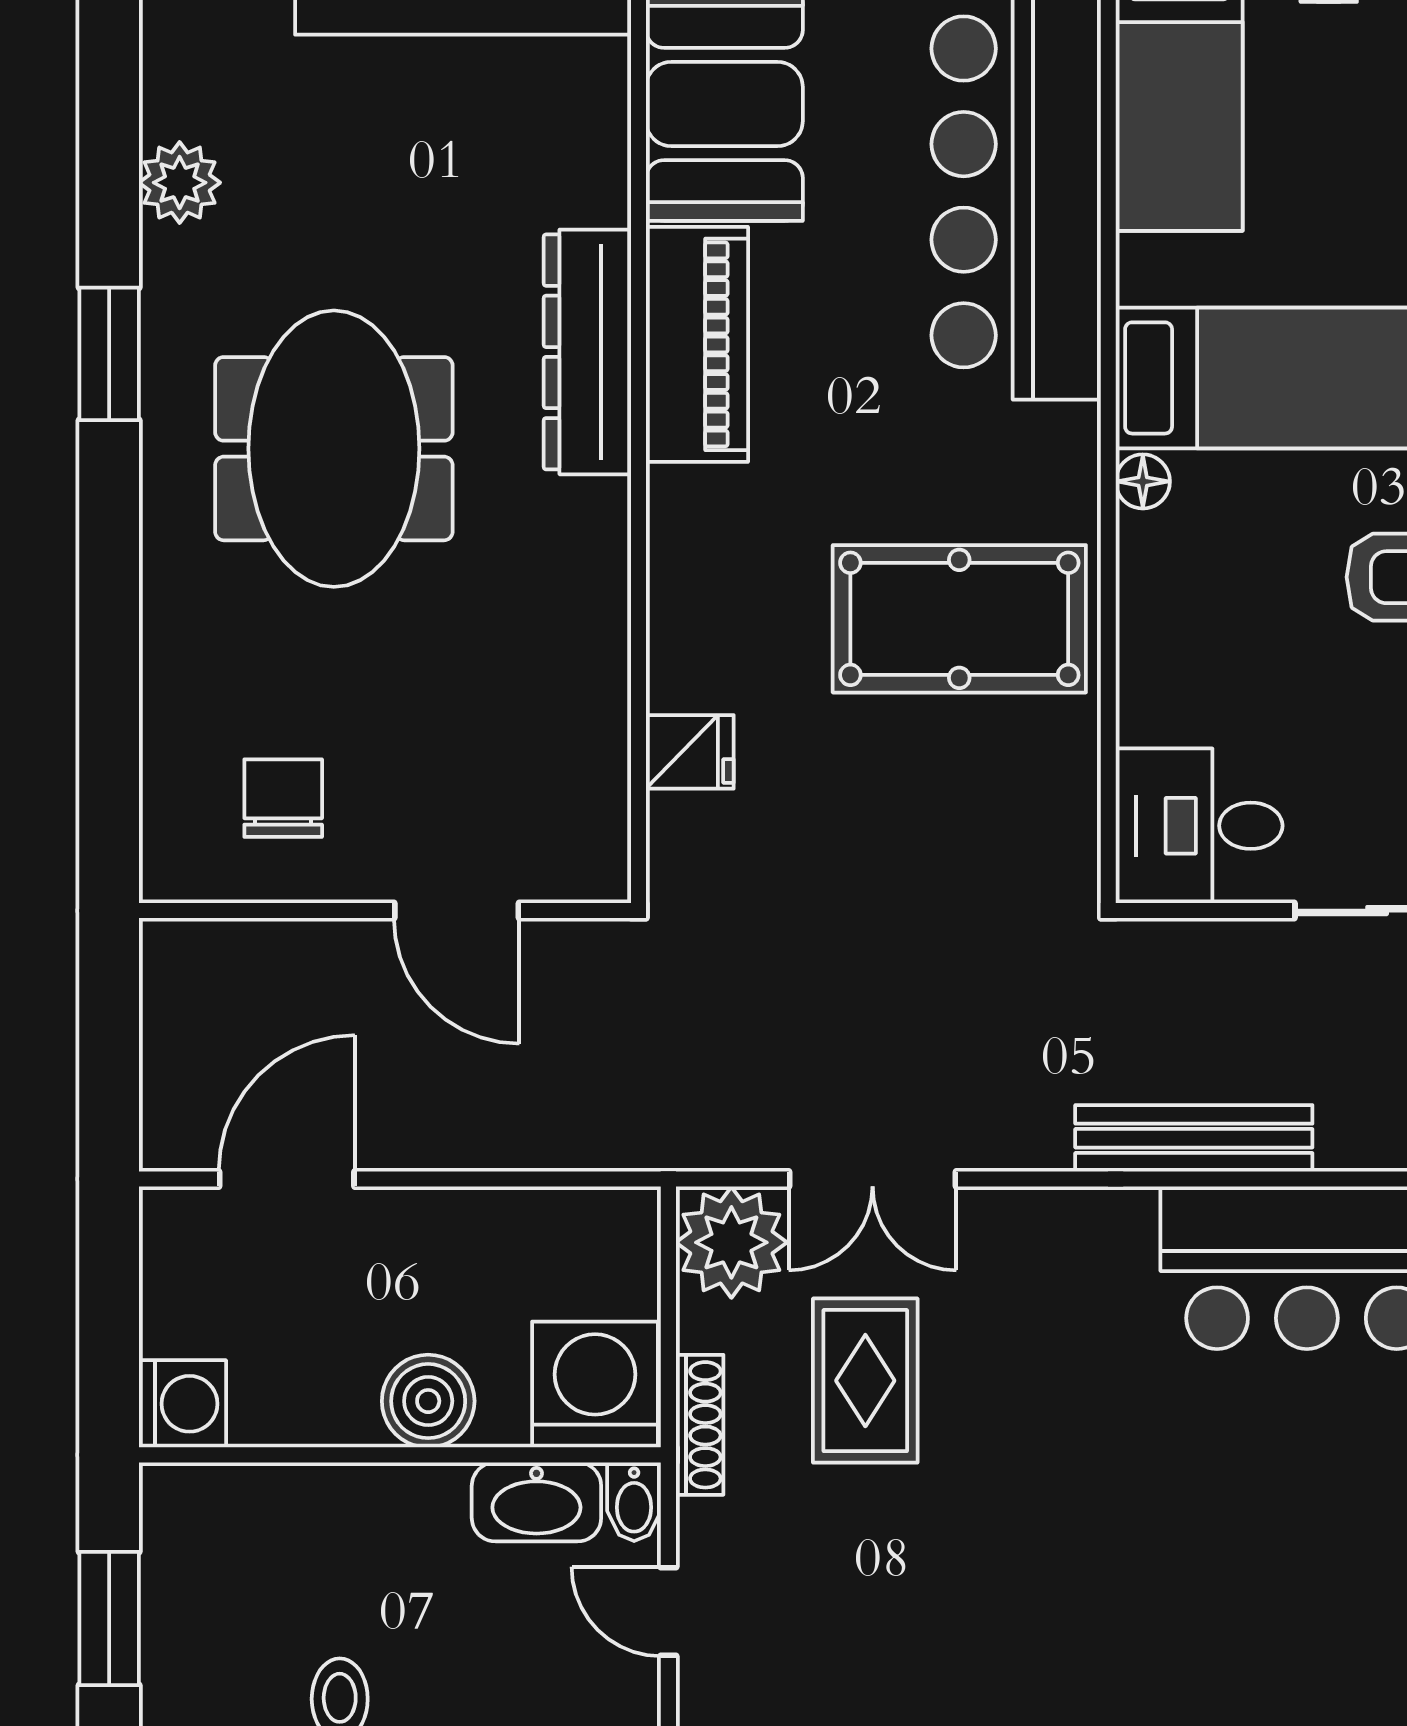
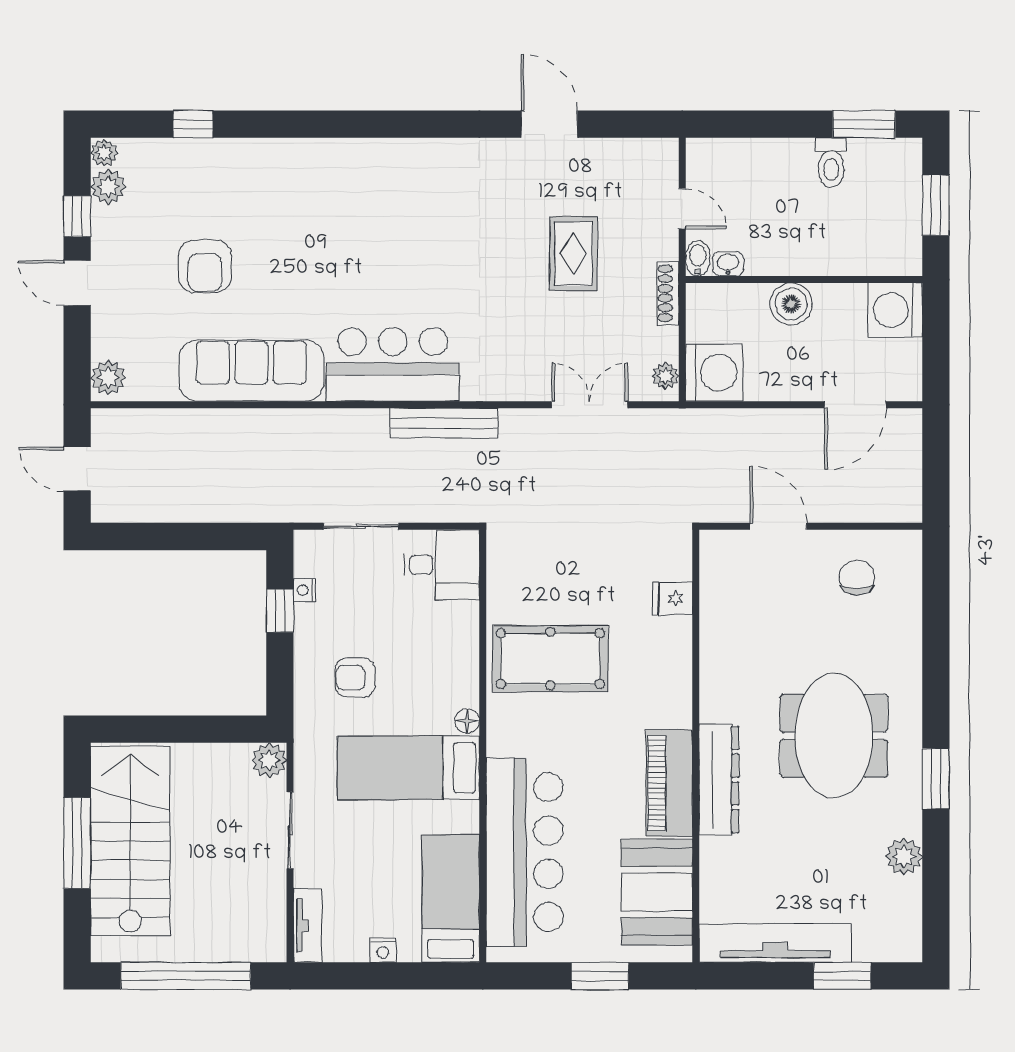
chair: (283, 798) -> (857, 577), turned 180
plant: (731, 1242) -> (665, 376), width x0.53, depth x0.53
rug: (865, 1381) -> (574, 254), moved
washing machine: (595, 1384) -> (714, 373), moved, turned -90
washing machine: (182, 1404) -> (895, 310), width x1.37, depth x1.37
washbasin: (536, 1502) -> (728, 264), width x0.52, depth x0.69

